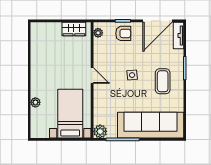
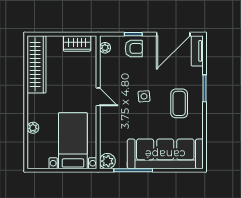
wardrobe: (39, 47) -> (37, 64), added

